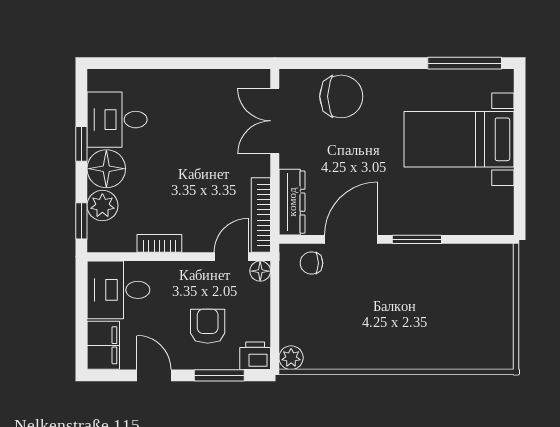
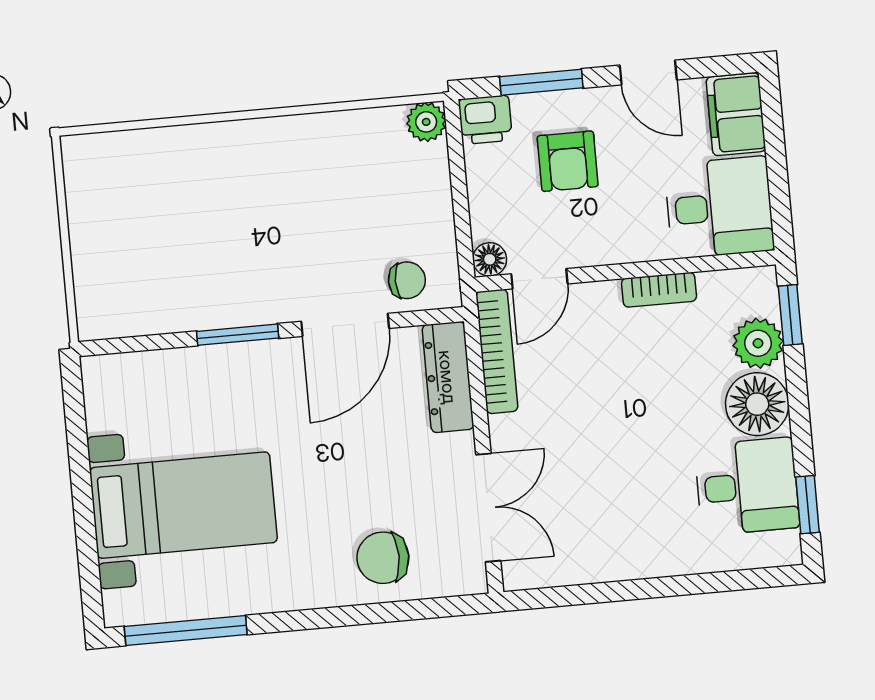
chair: (341, 96) -> (383, 558), width x0.73, depth x0.73
window: (81, 144) -> (808, 505), moved

